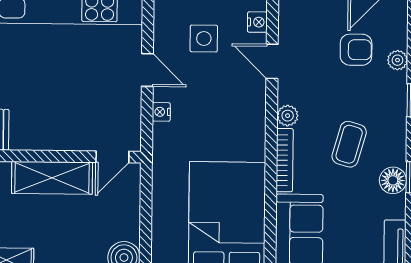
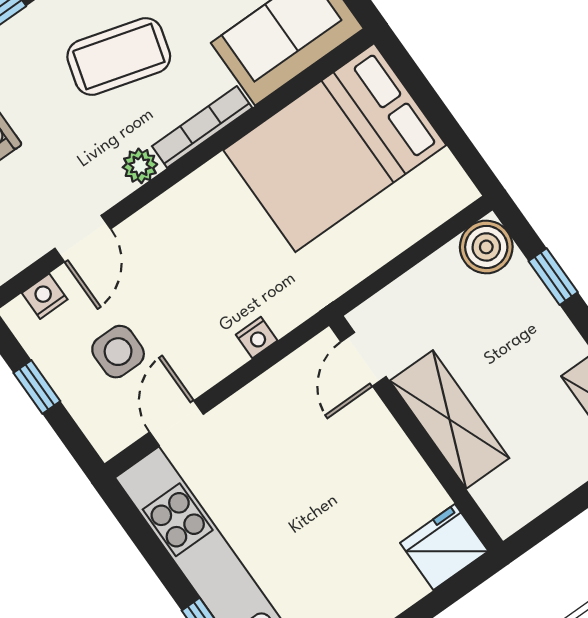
door: (147, 70) -> (176, 423), moved
coffee table: (349, 144) -> (119, 57), width x1.36, depth x1.30
door: (112, 157) -> (364, 359), swing flipped

